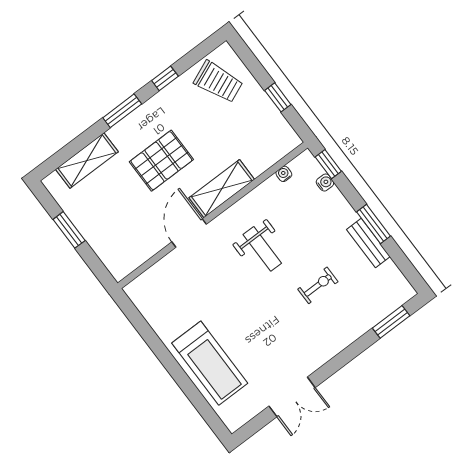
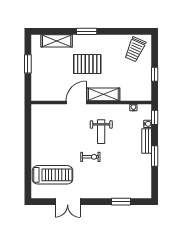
window: (165, 78) -> (114, 31), removed
trolley: (218, 82) -> (135, 49), turned 47
bench: (368, 243) -> (147, 141), moved
exercise bike: (318, 285) -> (90, 157), moved
window: (391, 322) -> (121, 202), moved
treadmill: (210, 363) -> (53, 175), moved, turned -90

